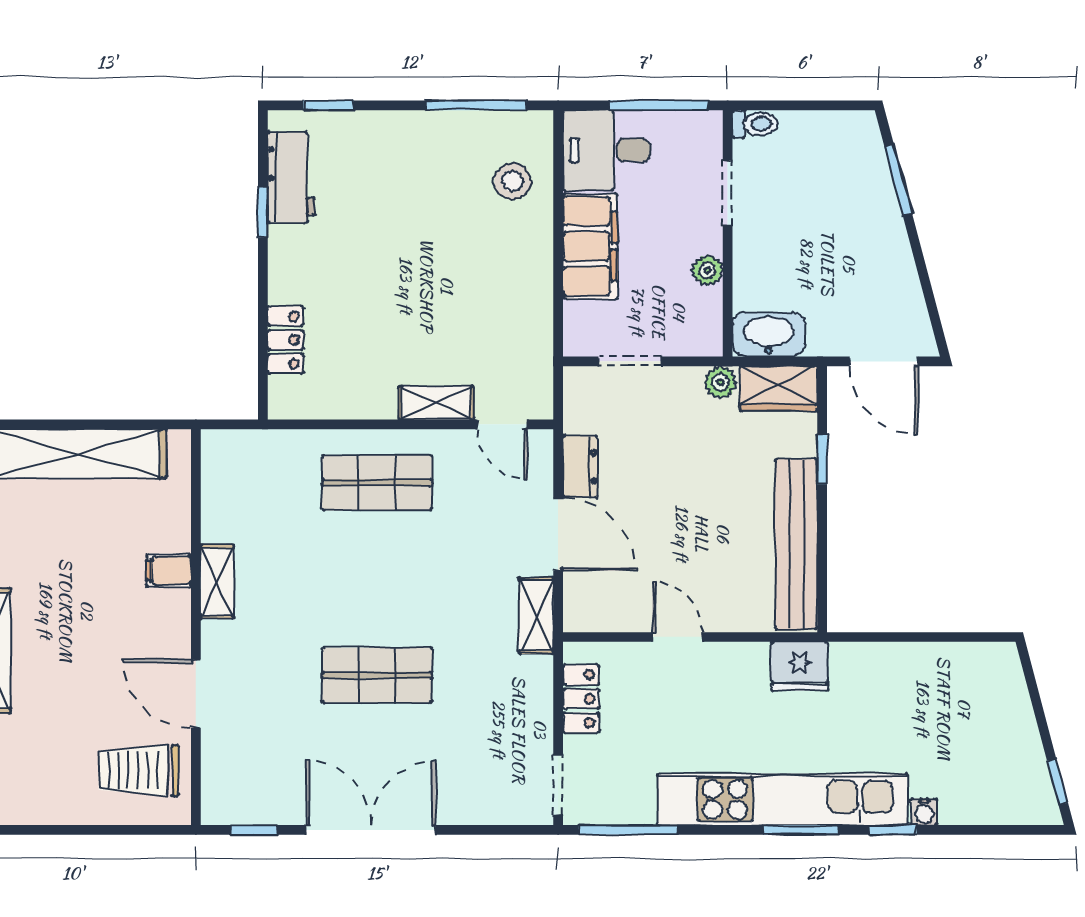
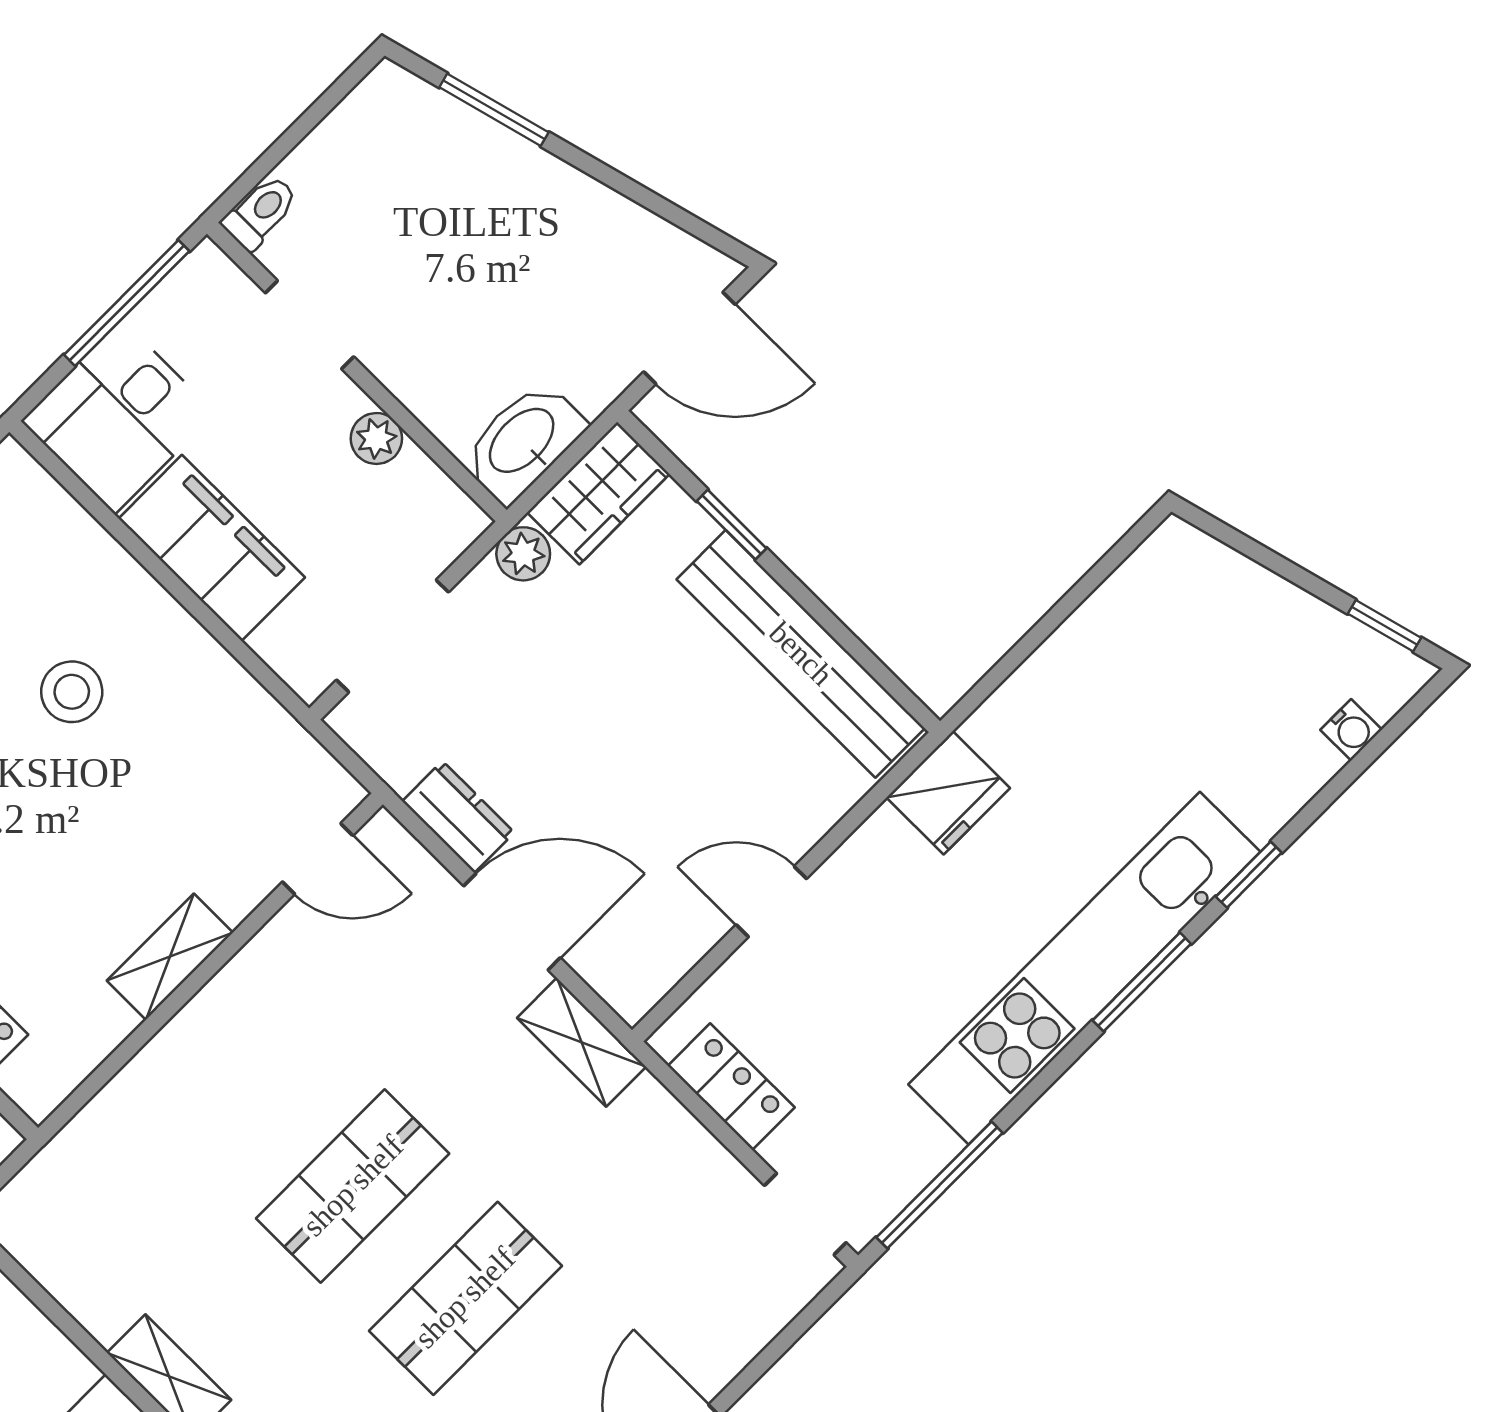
stool: (513, 181) -> (72, 692), moved
doorway: (630, 361) -> (392, 636), width x1.38
shelving: (436, 403) -> (170, 957), moved
shop shelf: (377, 483) -> (353, 1186), moved
water cooler: (924, 812) -> (1351, 730), moved

